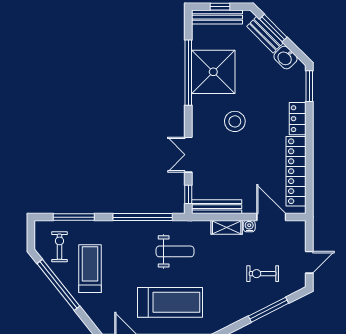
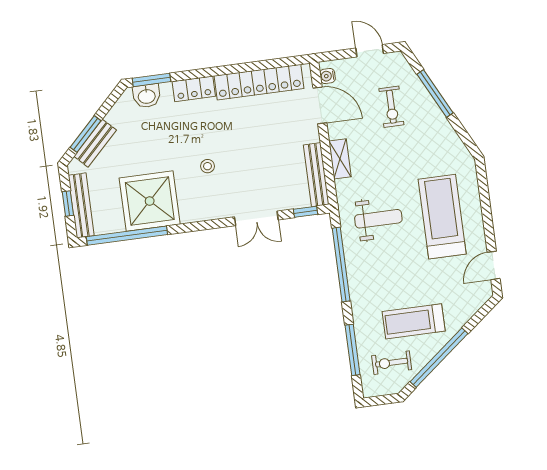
washbasin: (285, 58) -> (147, 96), moved, turned 45
window: (188, 73) -> (127, 236), moved
stool: (235, 121) -> (208, 166), width x0.53, depth x0.53
door: (271, 217) -> (320, 105), swing flipped
water cooler: (249, 226) -> (327, 76), moved
weight bench: (175, 251) -> (378, 219), turned 90

